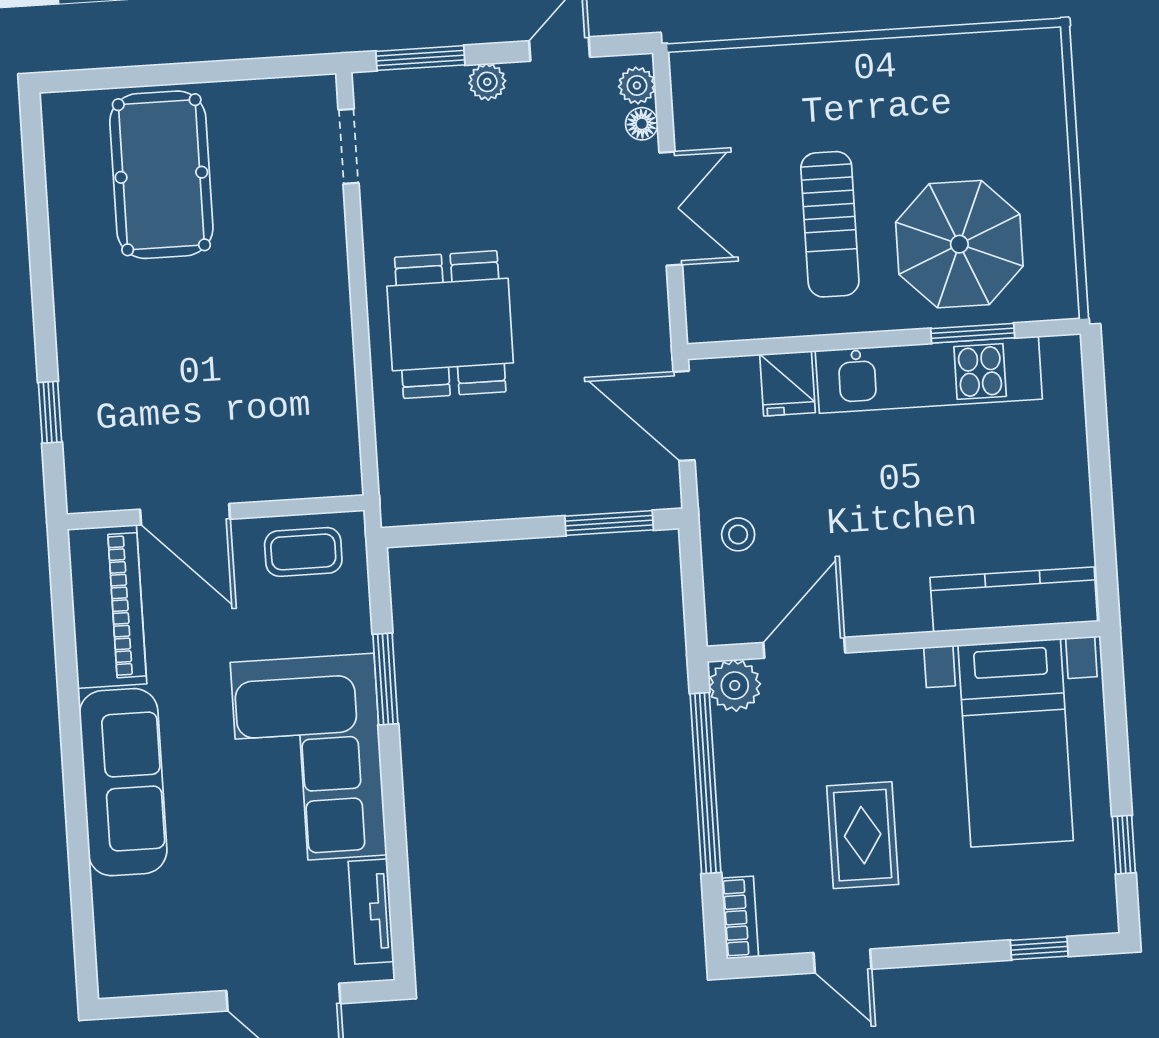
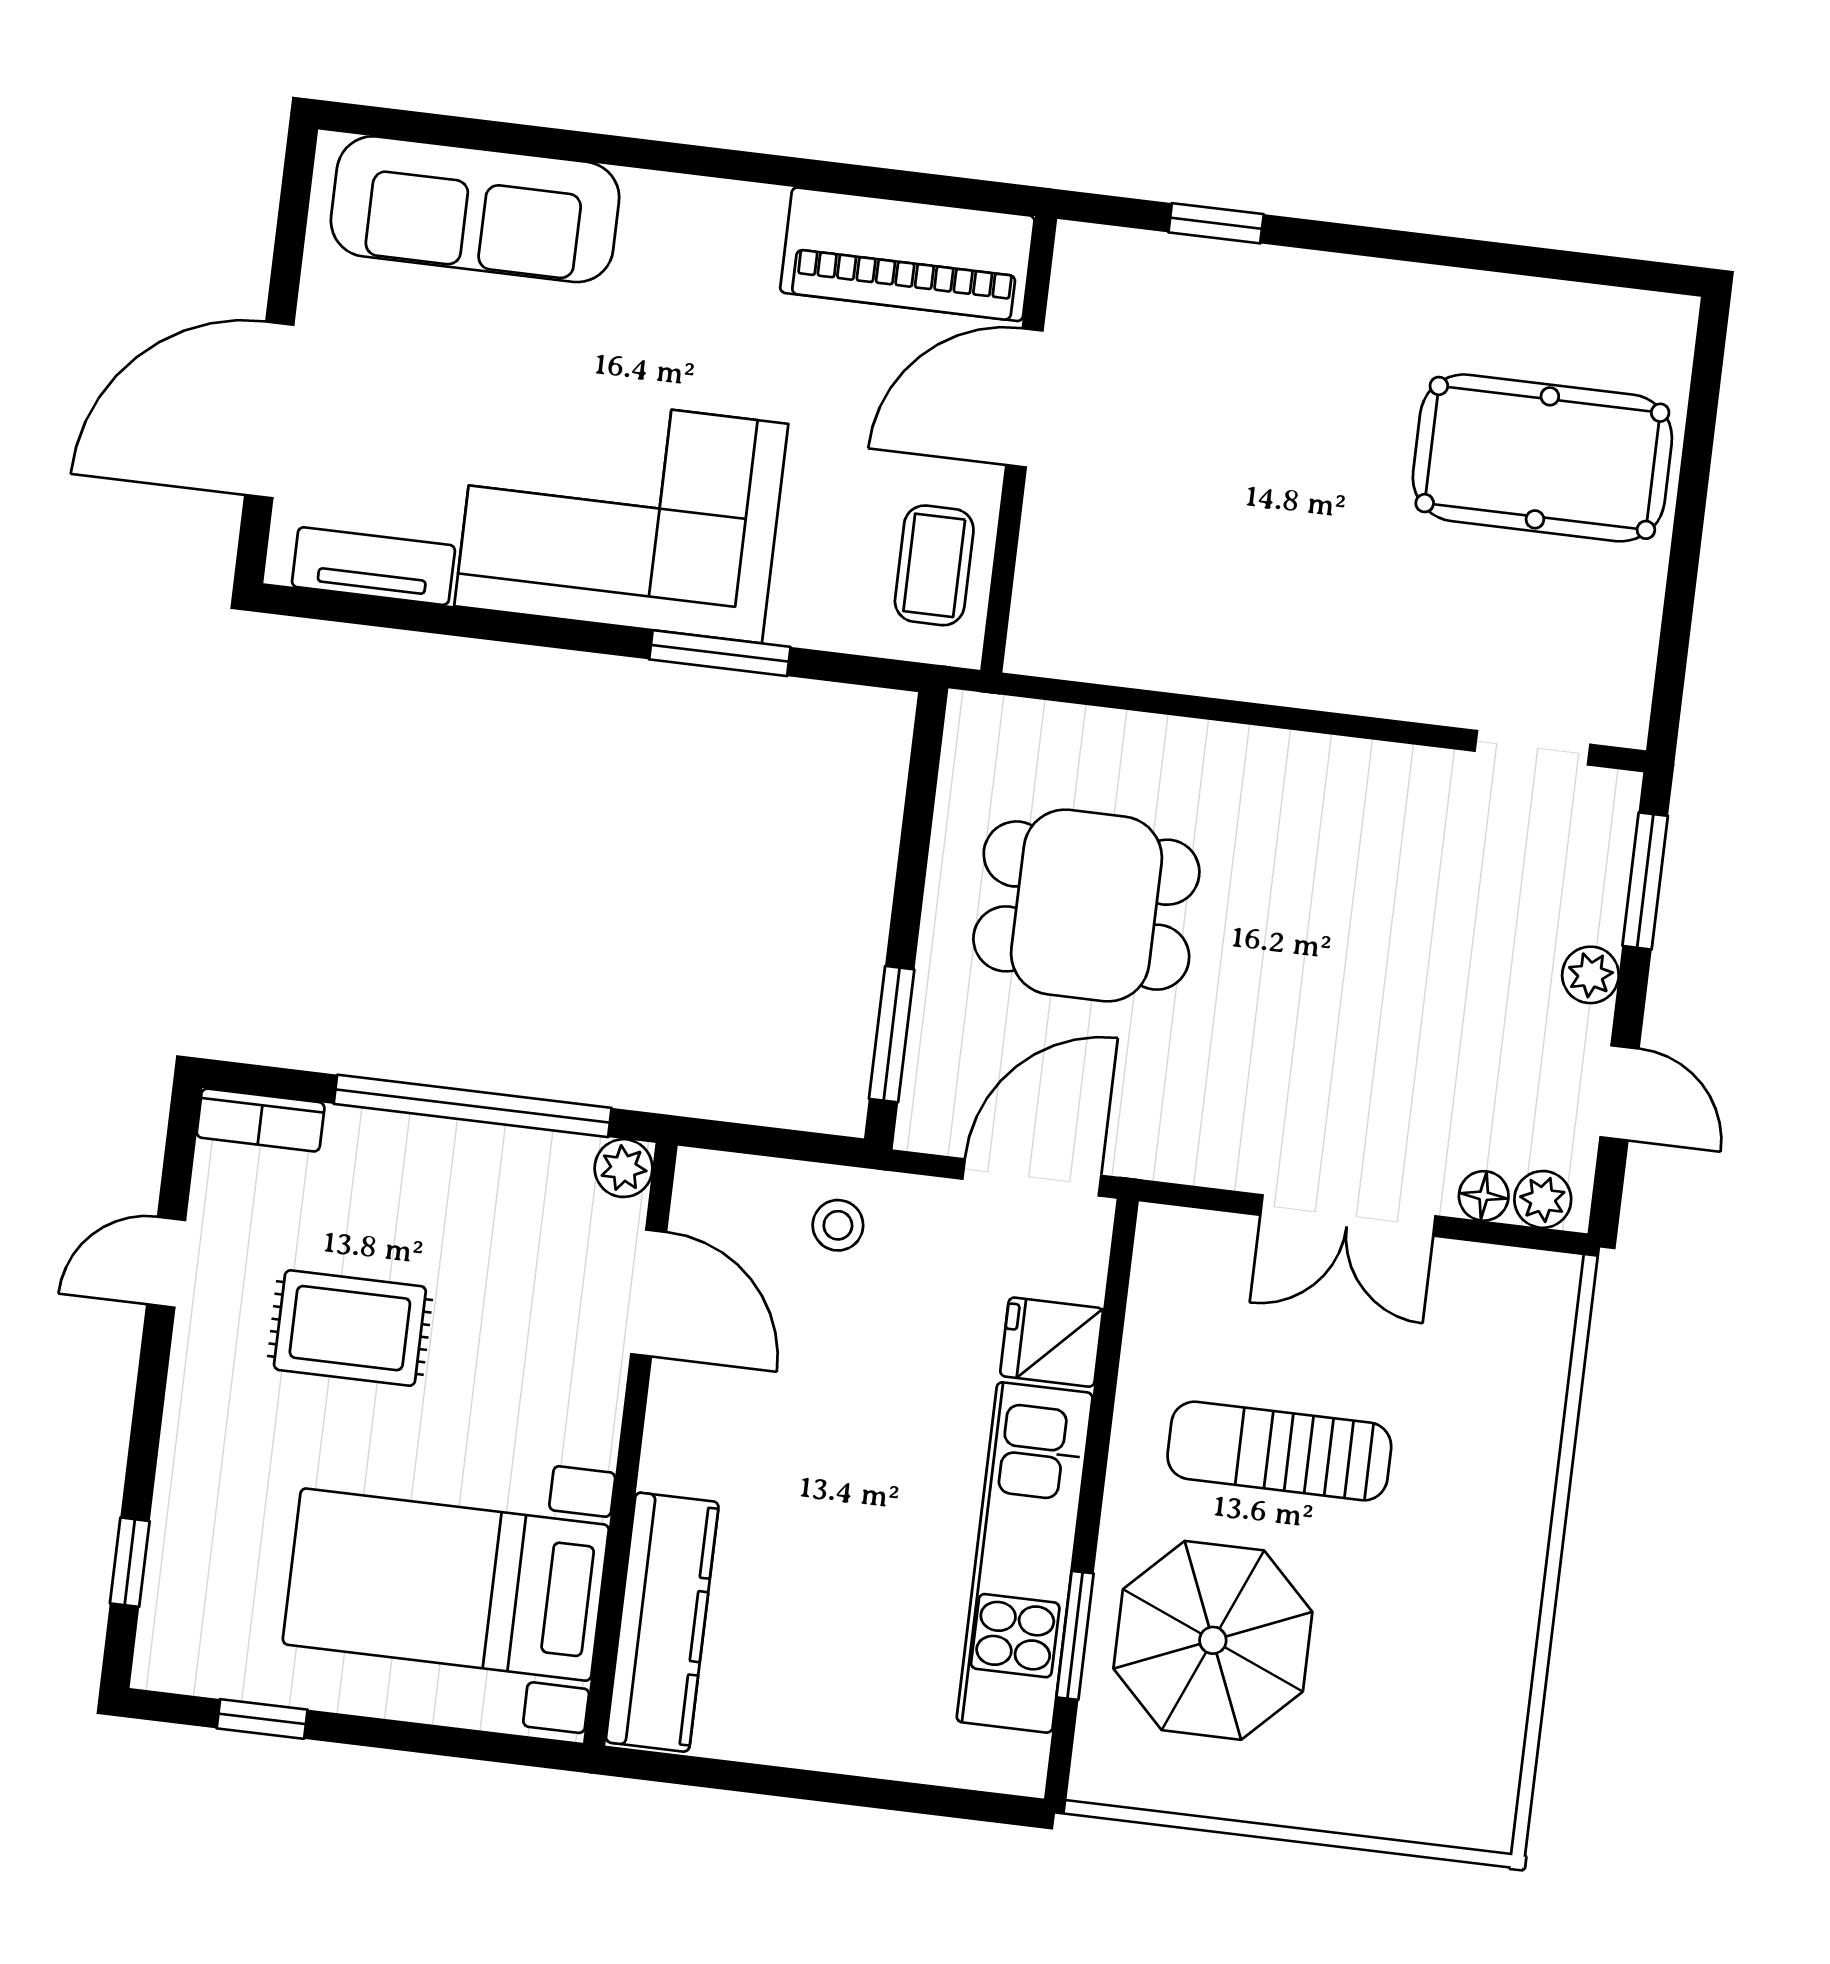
dining table: (450, 325) -> (1086, 906), moved
plant: (735, 685) -> (624, 1168), width x0.73, depth x0.73
sofa: (123, 782) -> (475, 209), moved

